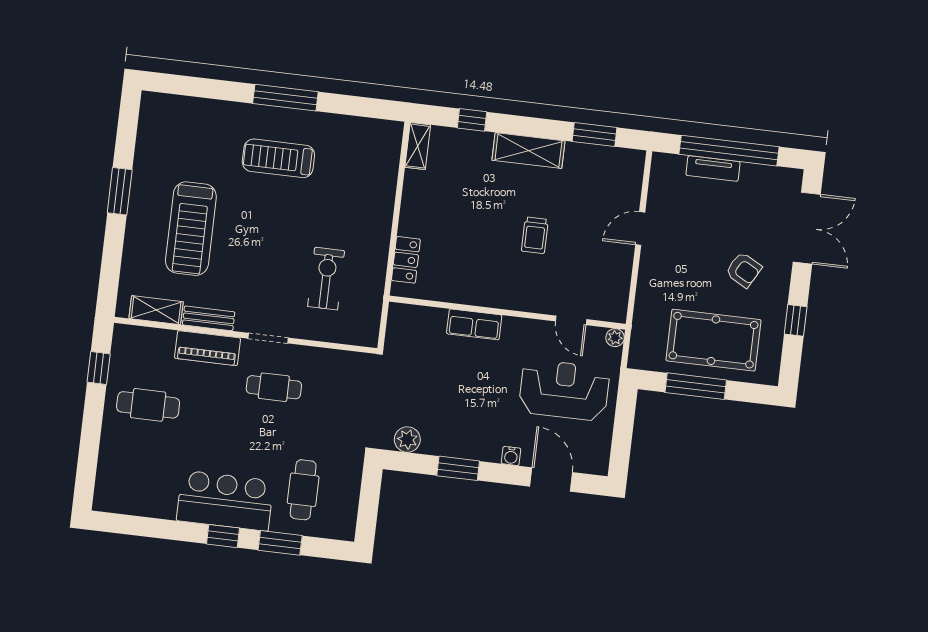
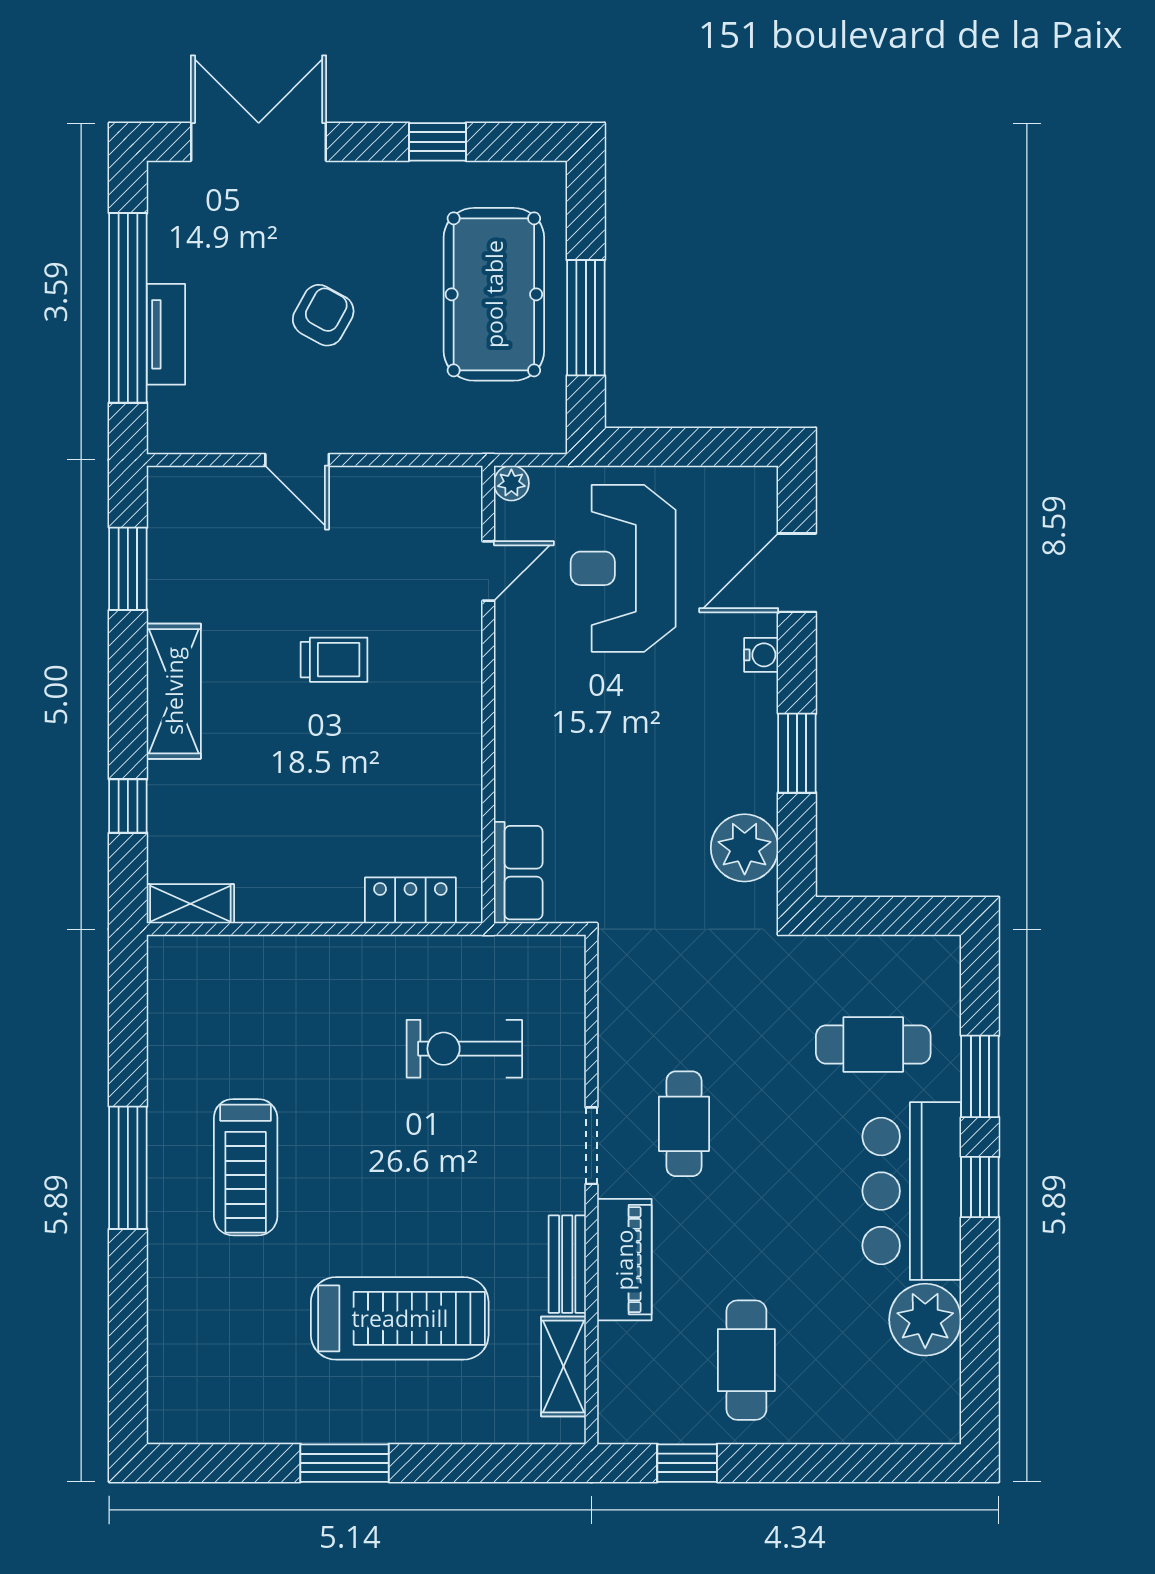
armchair: (744, 270) -> (323, 315), moved
row of seats: (474, 324) -> (518, 873), moved
plant: (407, 440) -> (745, 848), width x1.36, depth x1.36
plant: (158, 500) -> (925, 1320), added

